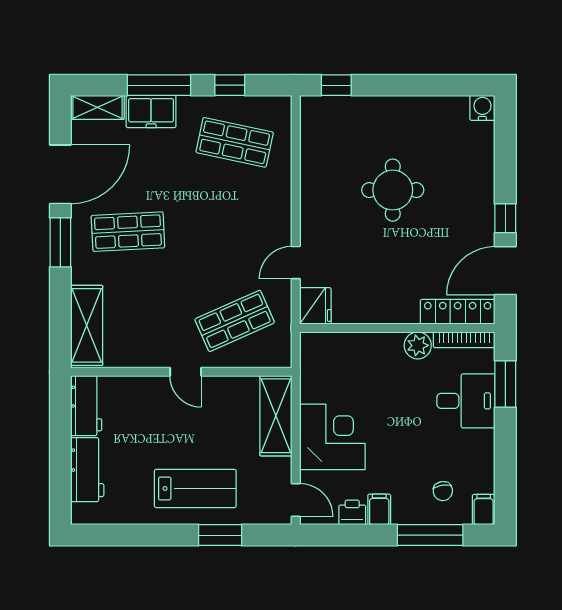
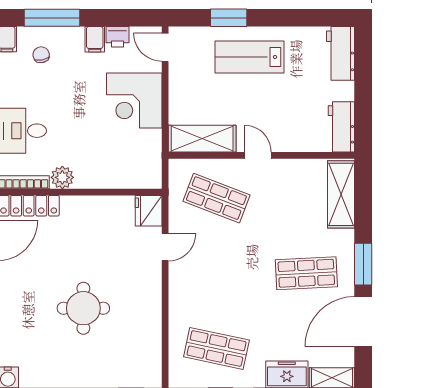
shop shelf: (235, 321) -> (216, 198), turned 45
shelving: (276, 416) -> (202, 139), moved, turned 90
workbench: (87, 470) -> (341, 53), moved

